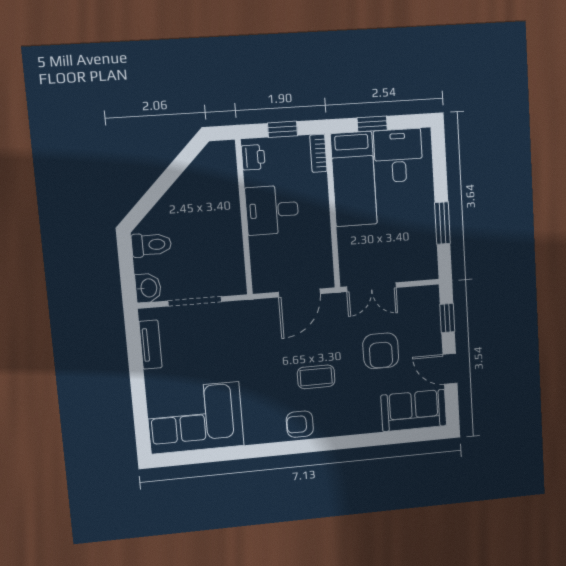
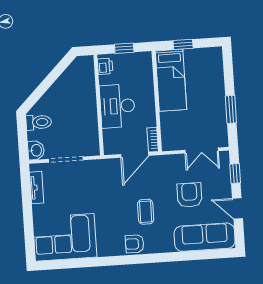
bookcase: (318, 153) -> (153, 140), moved
desk: (398, 156) -> (201, 65), removed
desk: (272, 210) -> (117, 106), width x1.37
double door: (371, 287) -> (202, 151), moved
armchair: (381, 351) -> (190, 195), turned 180
coffee table: (316, 377) -> (146, 212), turned 90
sofa: (414, 410) -> (205, 237), width x1.36

